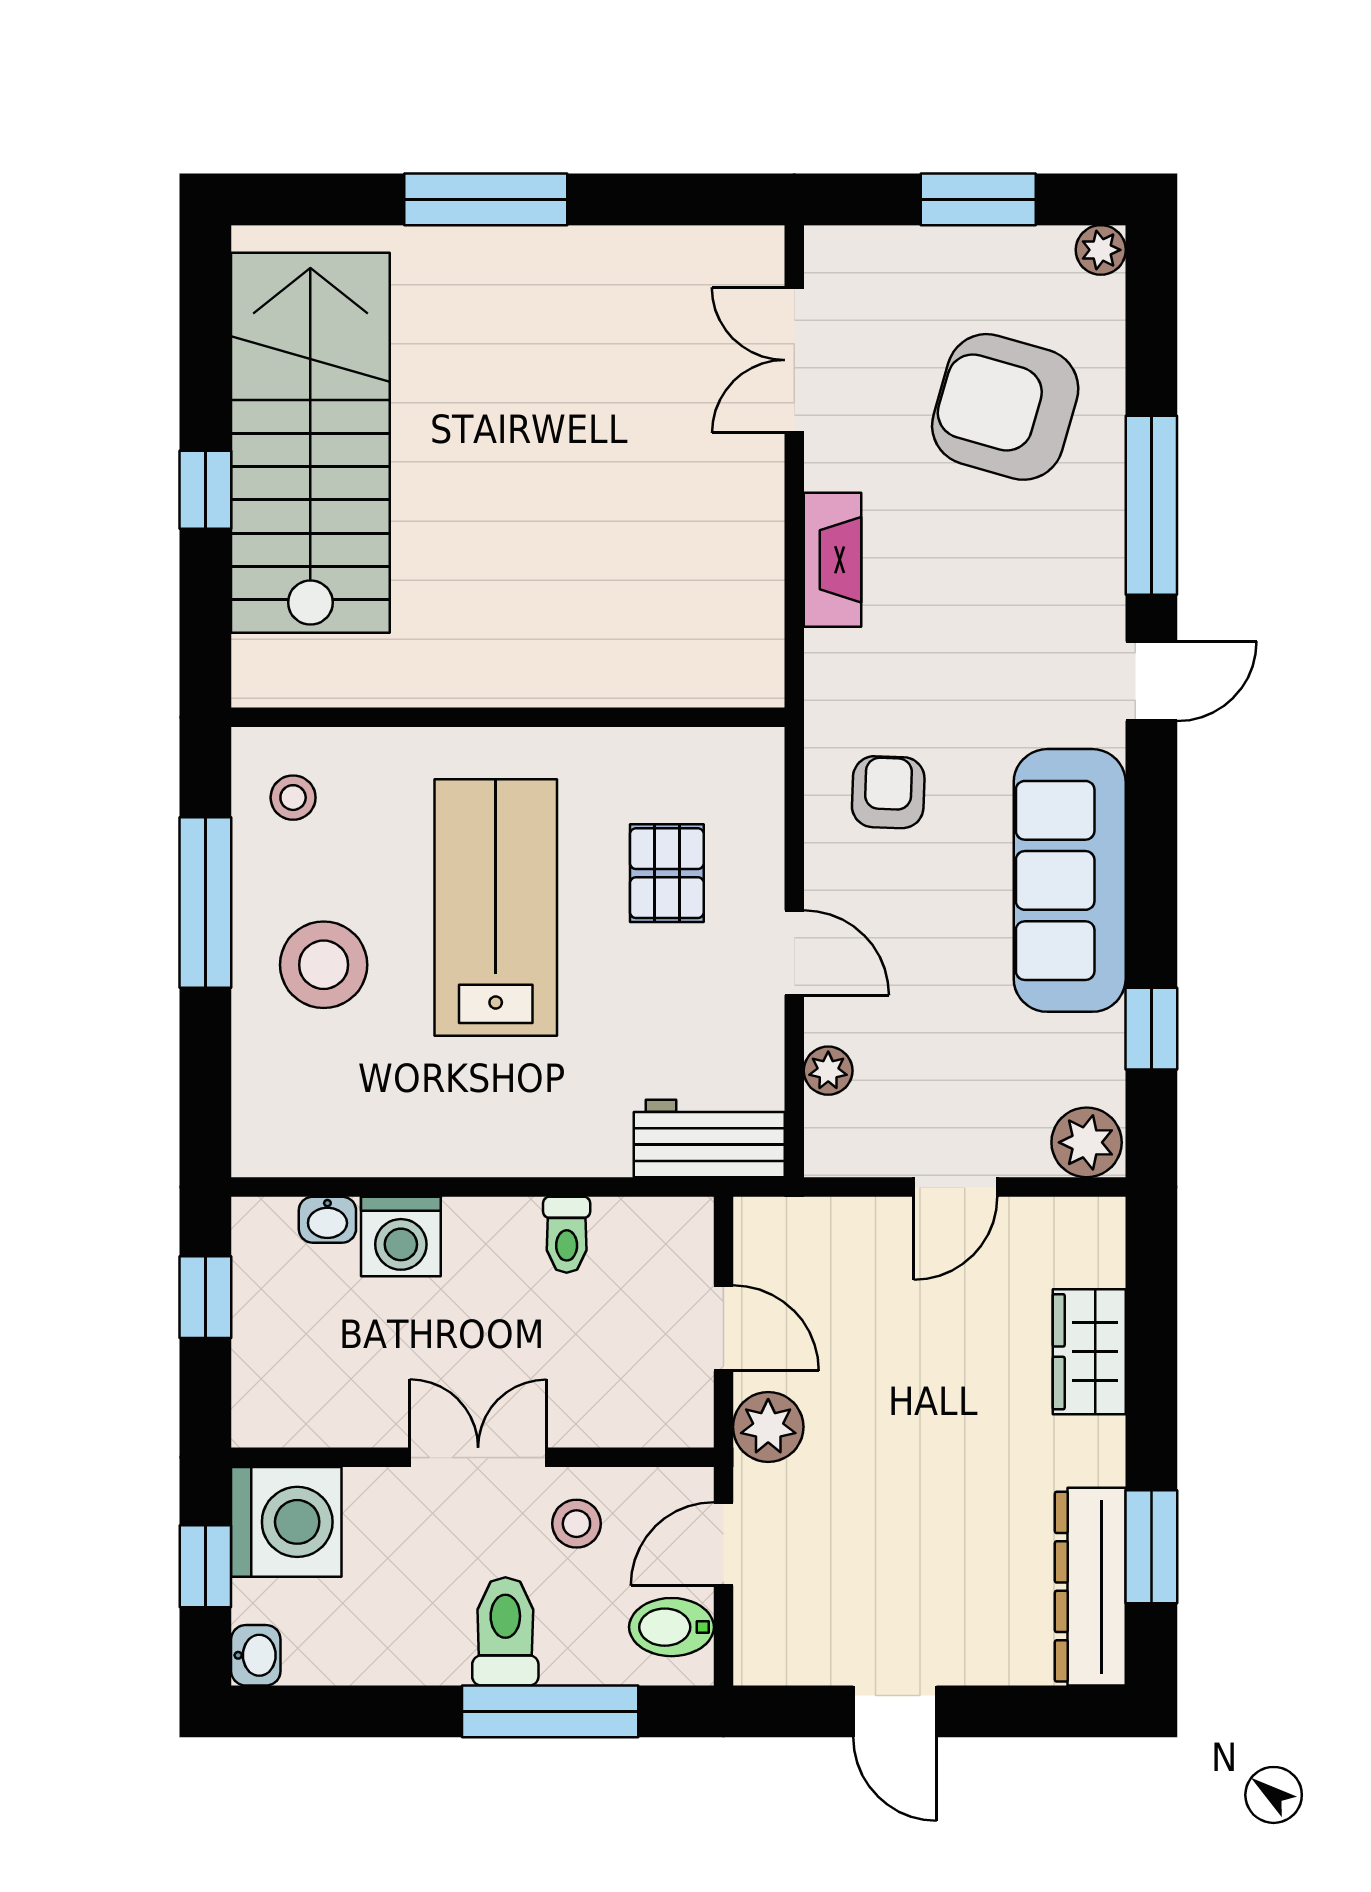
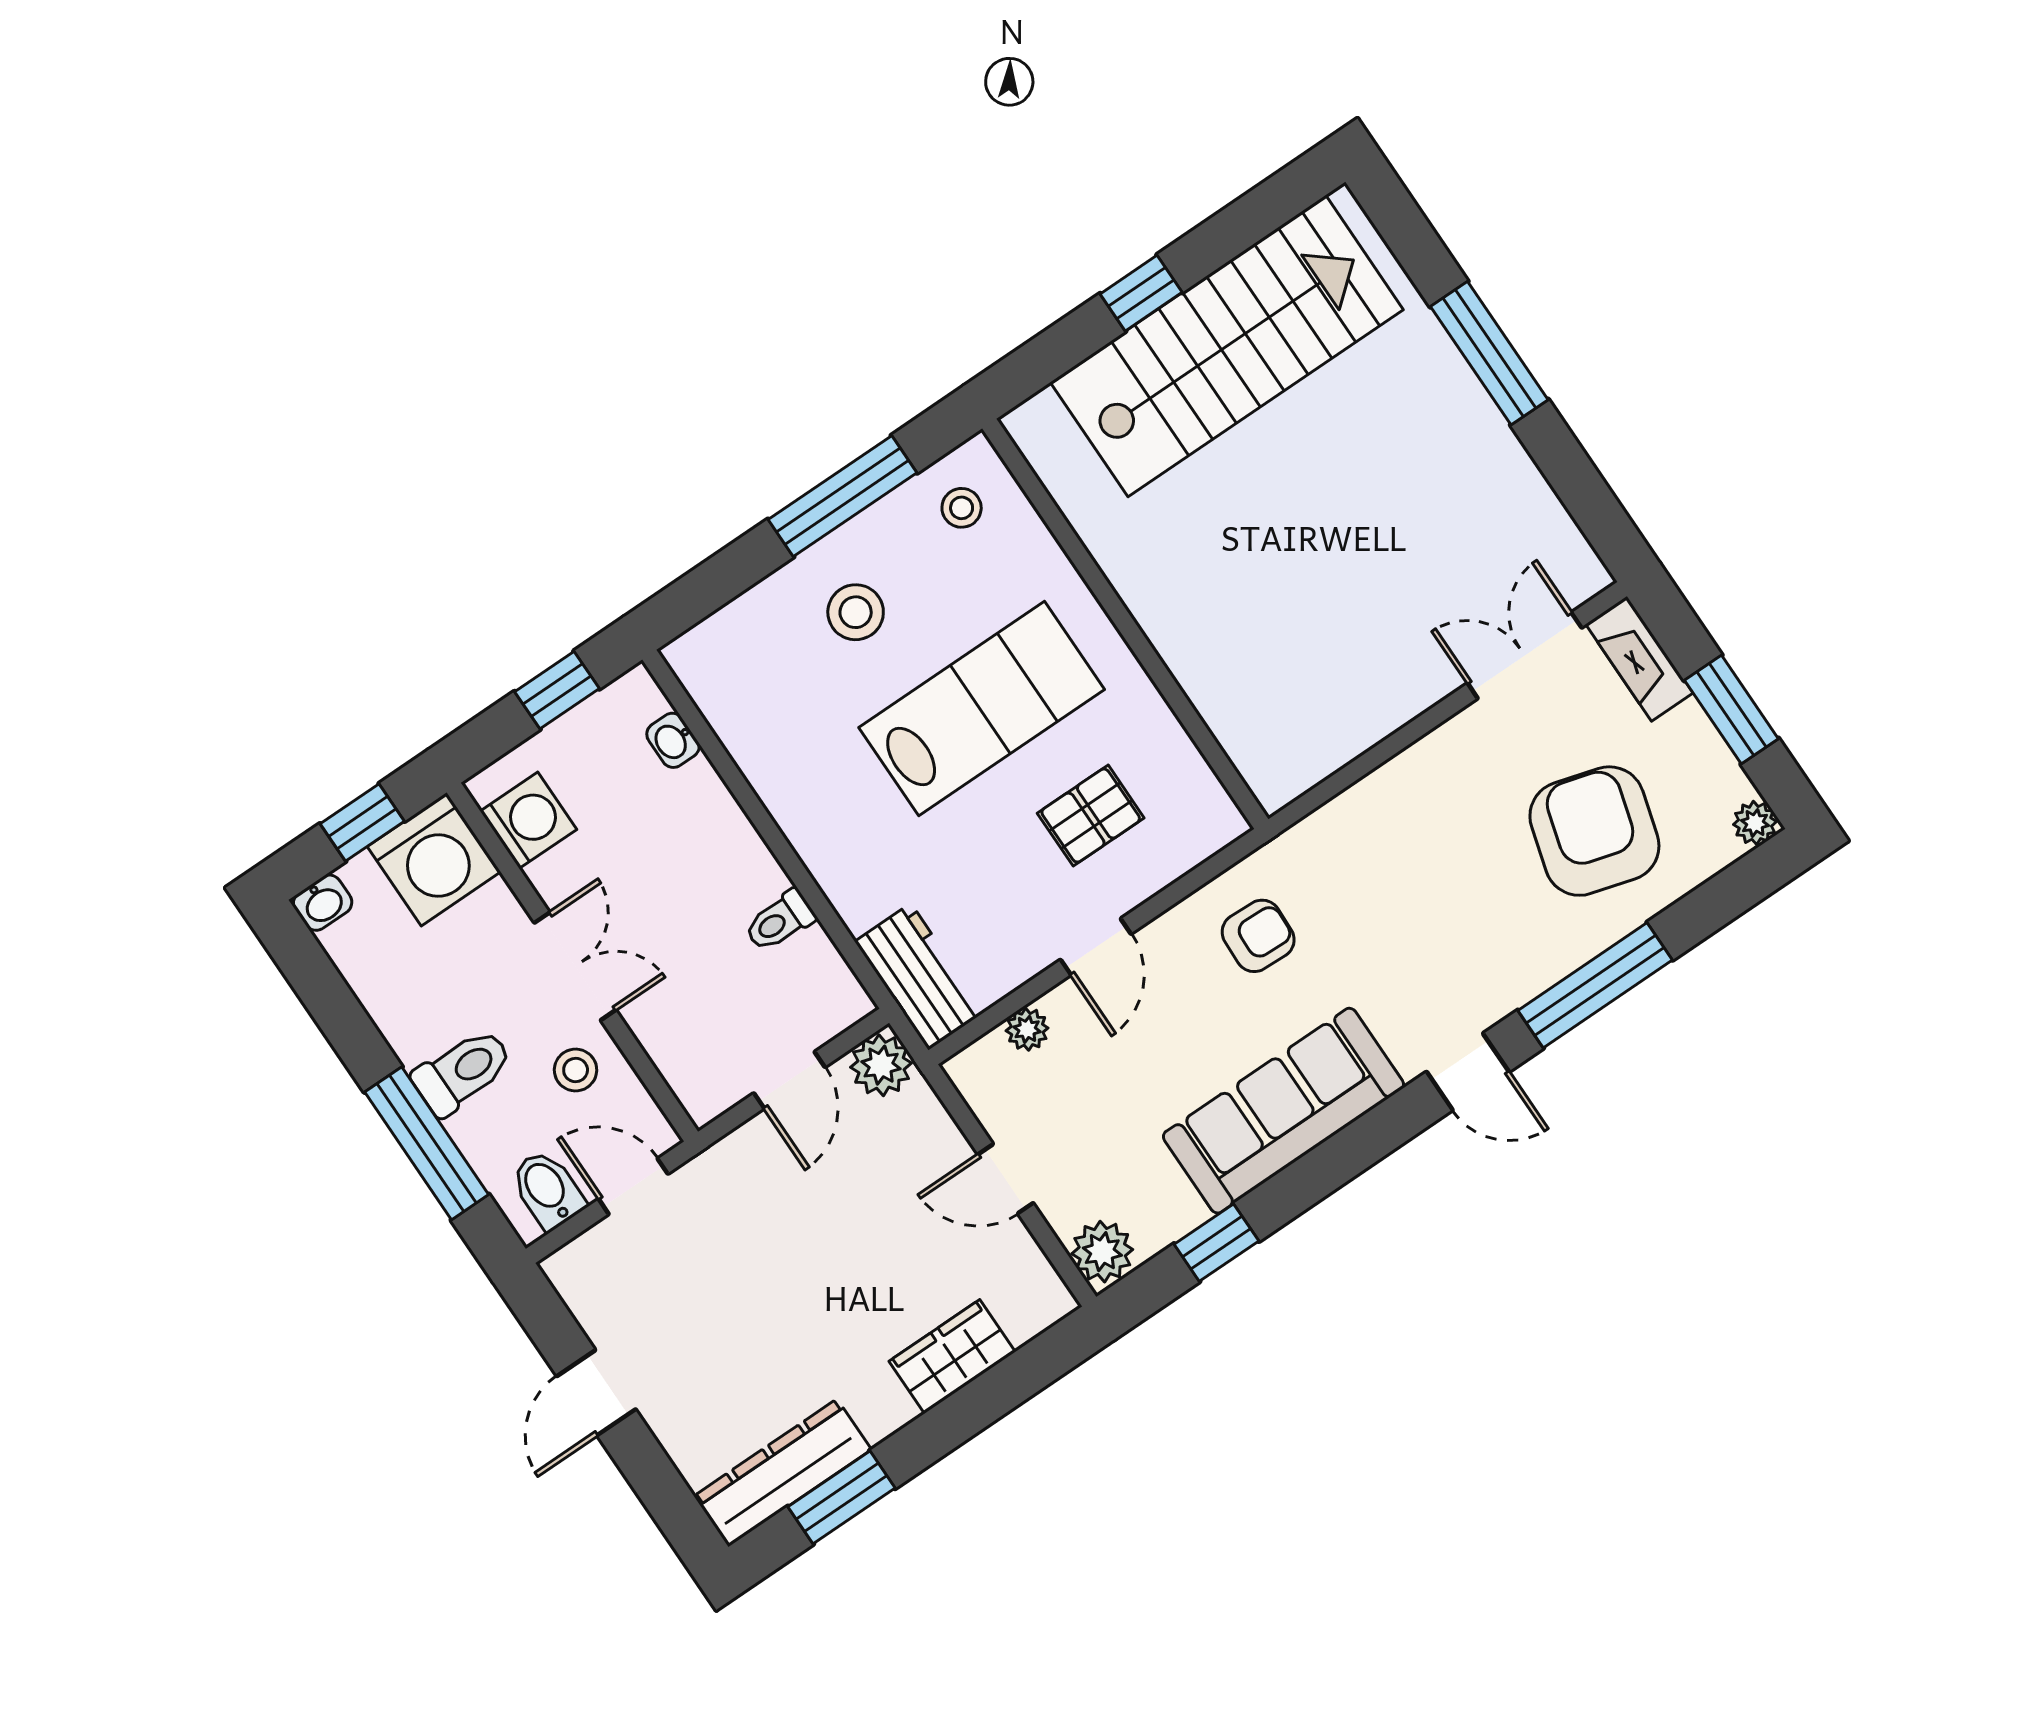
fireplace: (833, 560) -> (1639, 659), moved, turned 90
stool: (324, 965) -> (856, 612), width x0.73, depth x0.73
washing machine: (401, 1236) -> (528, 820), moved, turned 180
plant: (768, 1427) -> (881, 1065), moved

